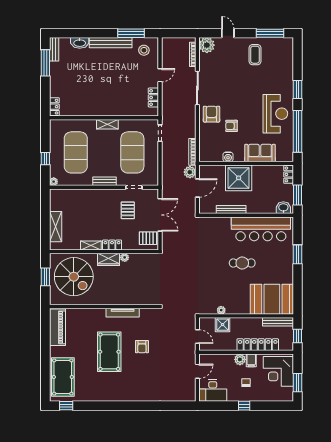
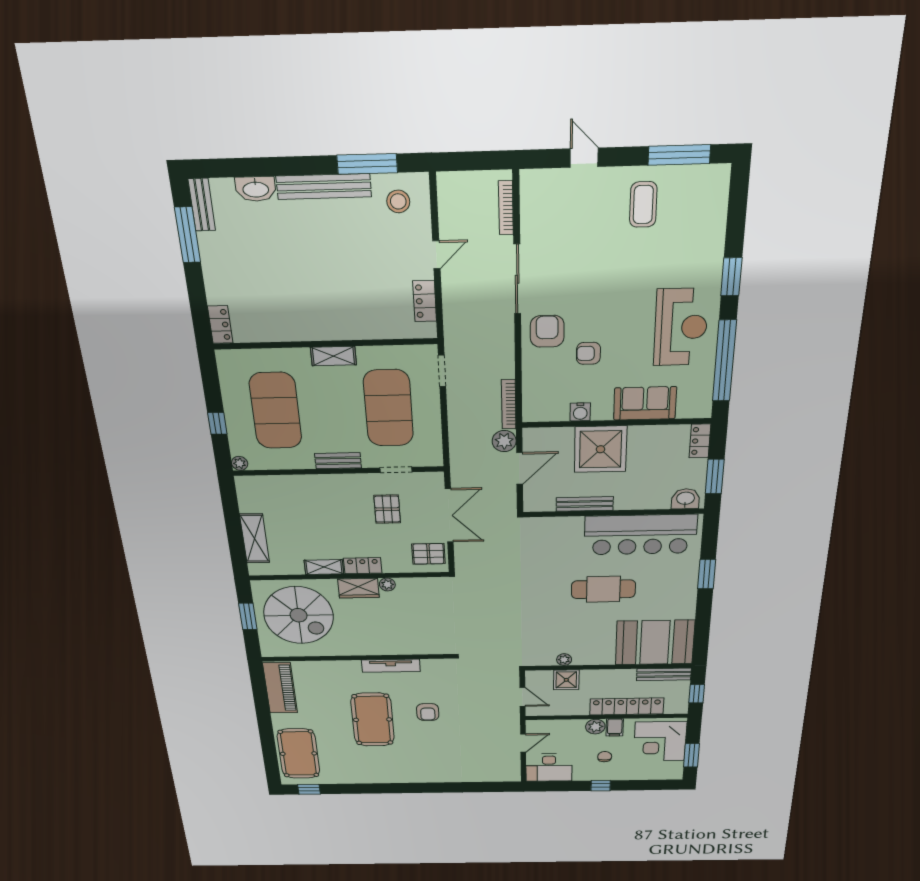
plant: (207, 45) -> (537, 186), removed
cafe table: (242, 263) -> (603, 589), width x1.37, depth x1.35

